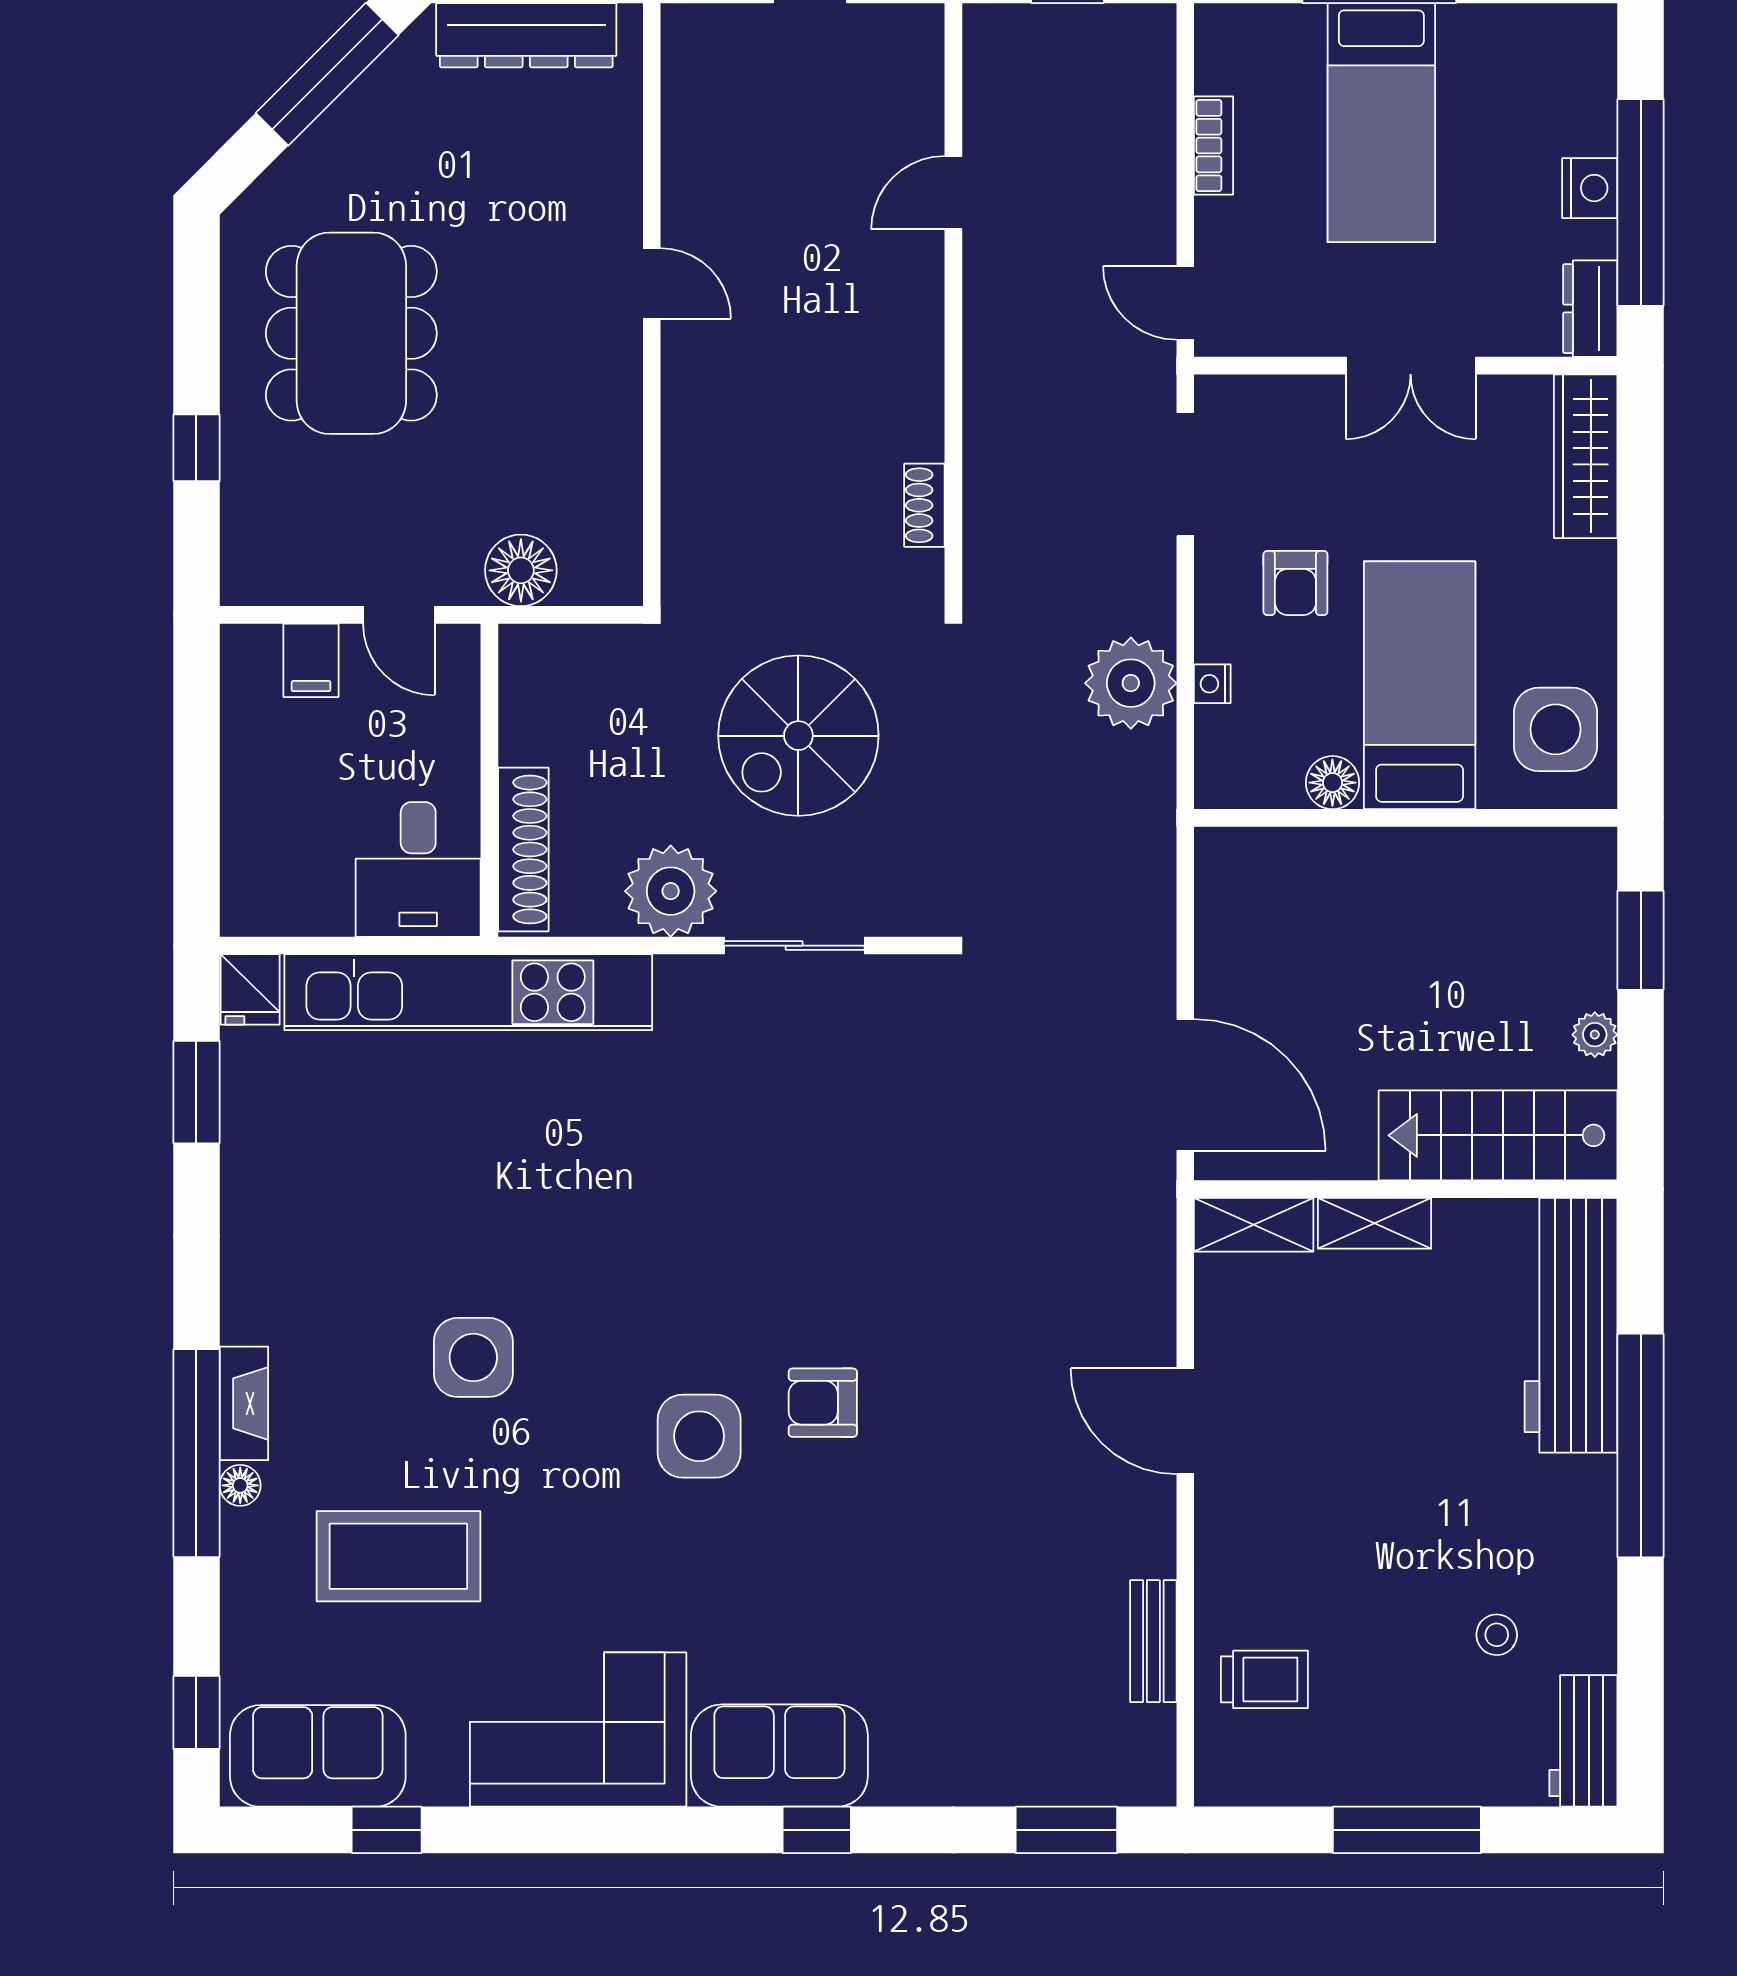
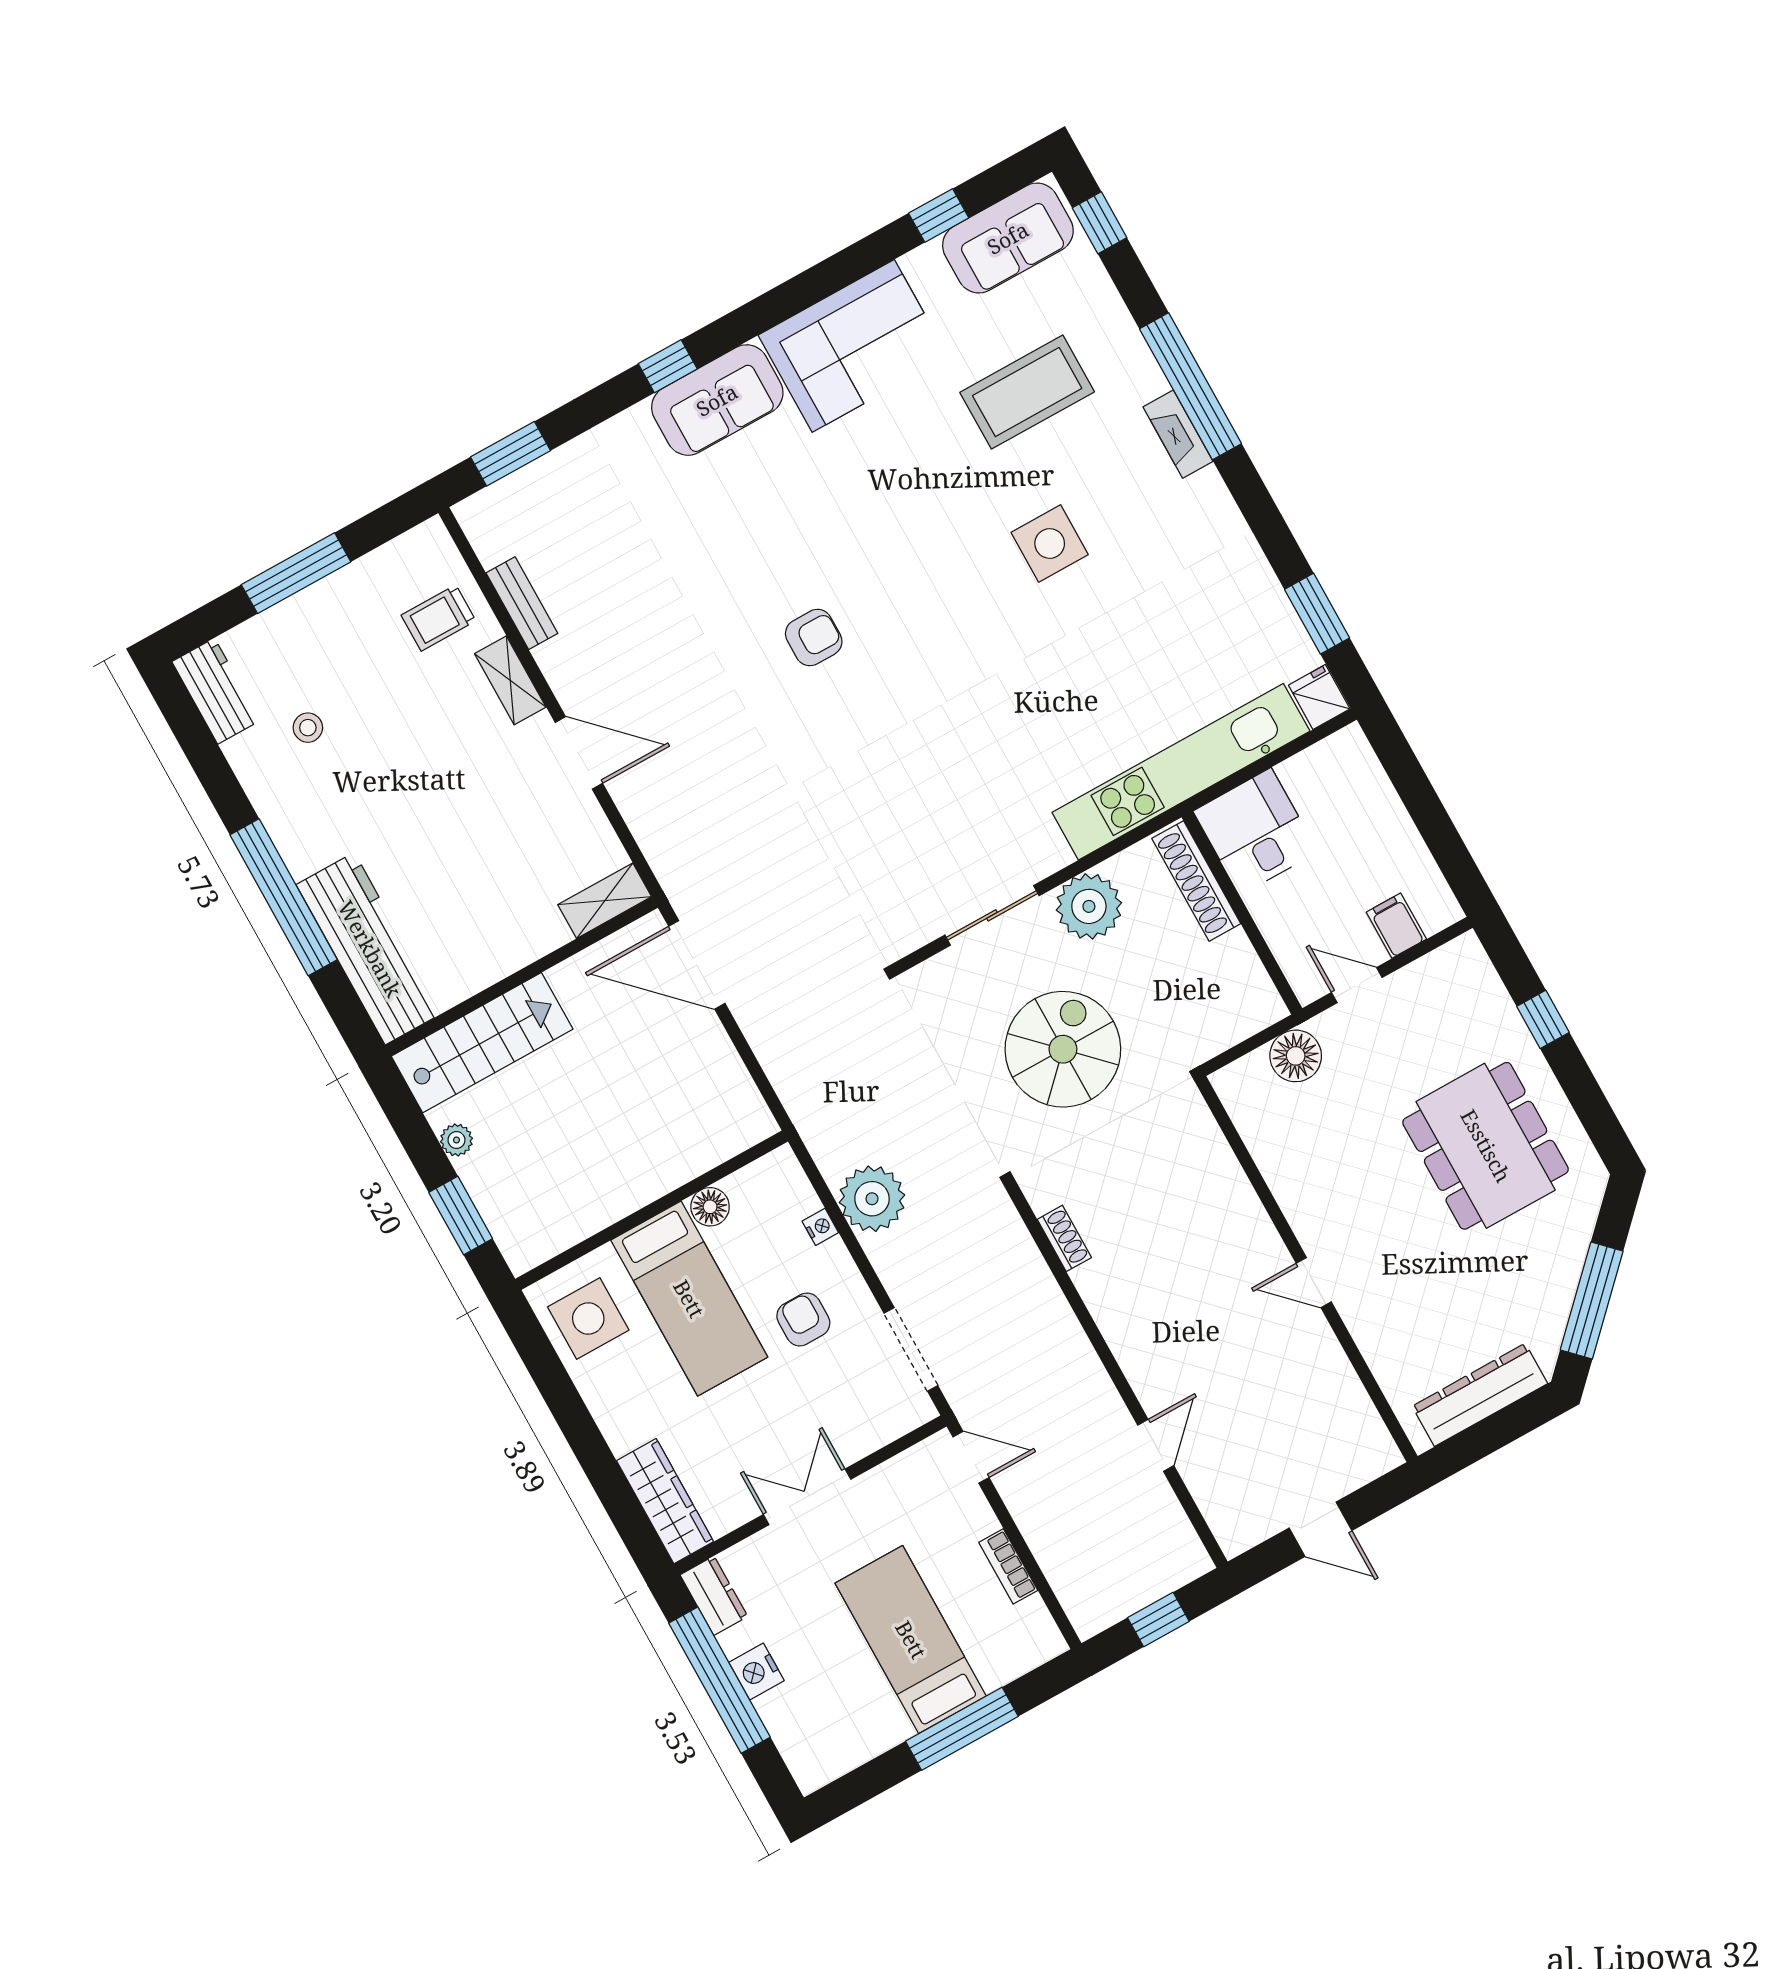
shelving: (1375, 1223) -> (510, 680), moved, turned 90
side table: (699, 1436) -> (880, 573), removed
floor lamp: (240, 1485) -> (1152, 381), removed

